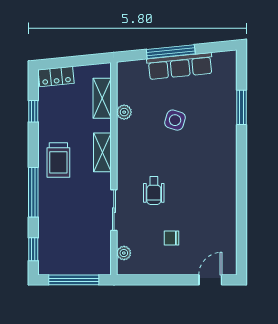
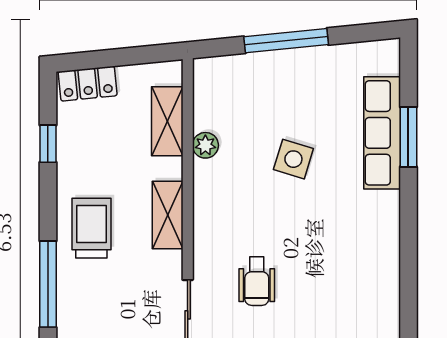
row of seats: (180, 66) -> (382, 133), moved, turned 96
trolley: (58, 160) -> (91, 228), turned 180

